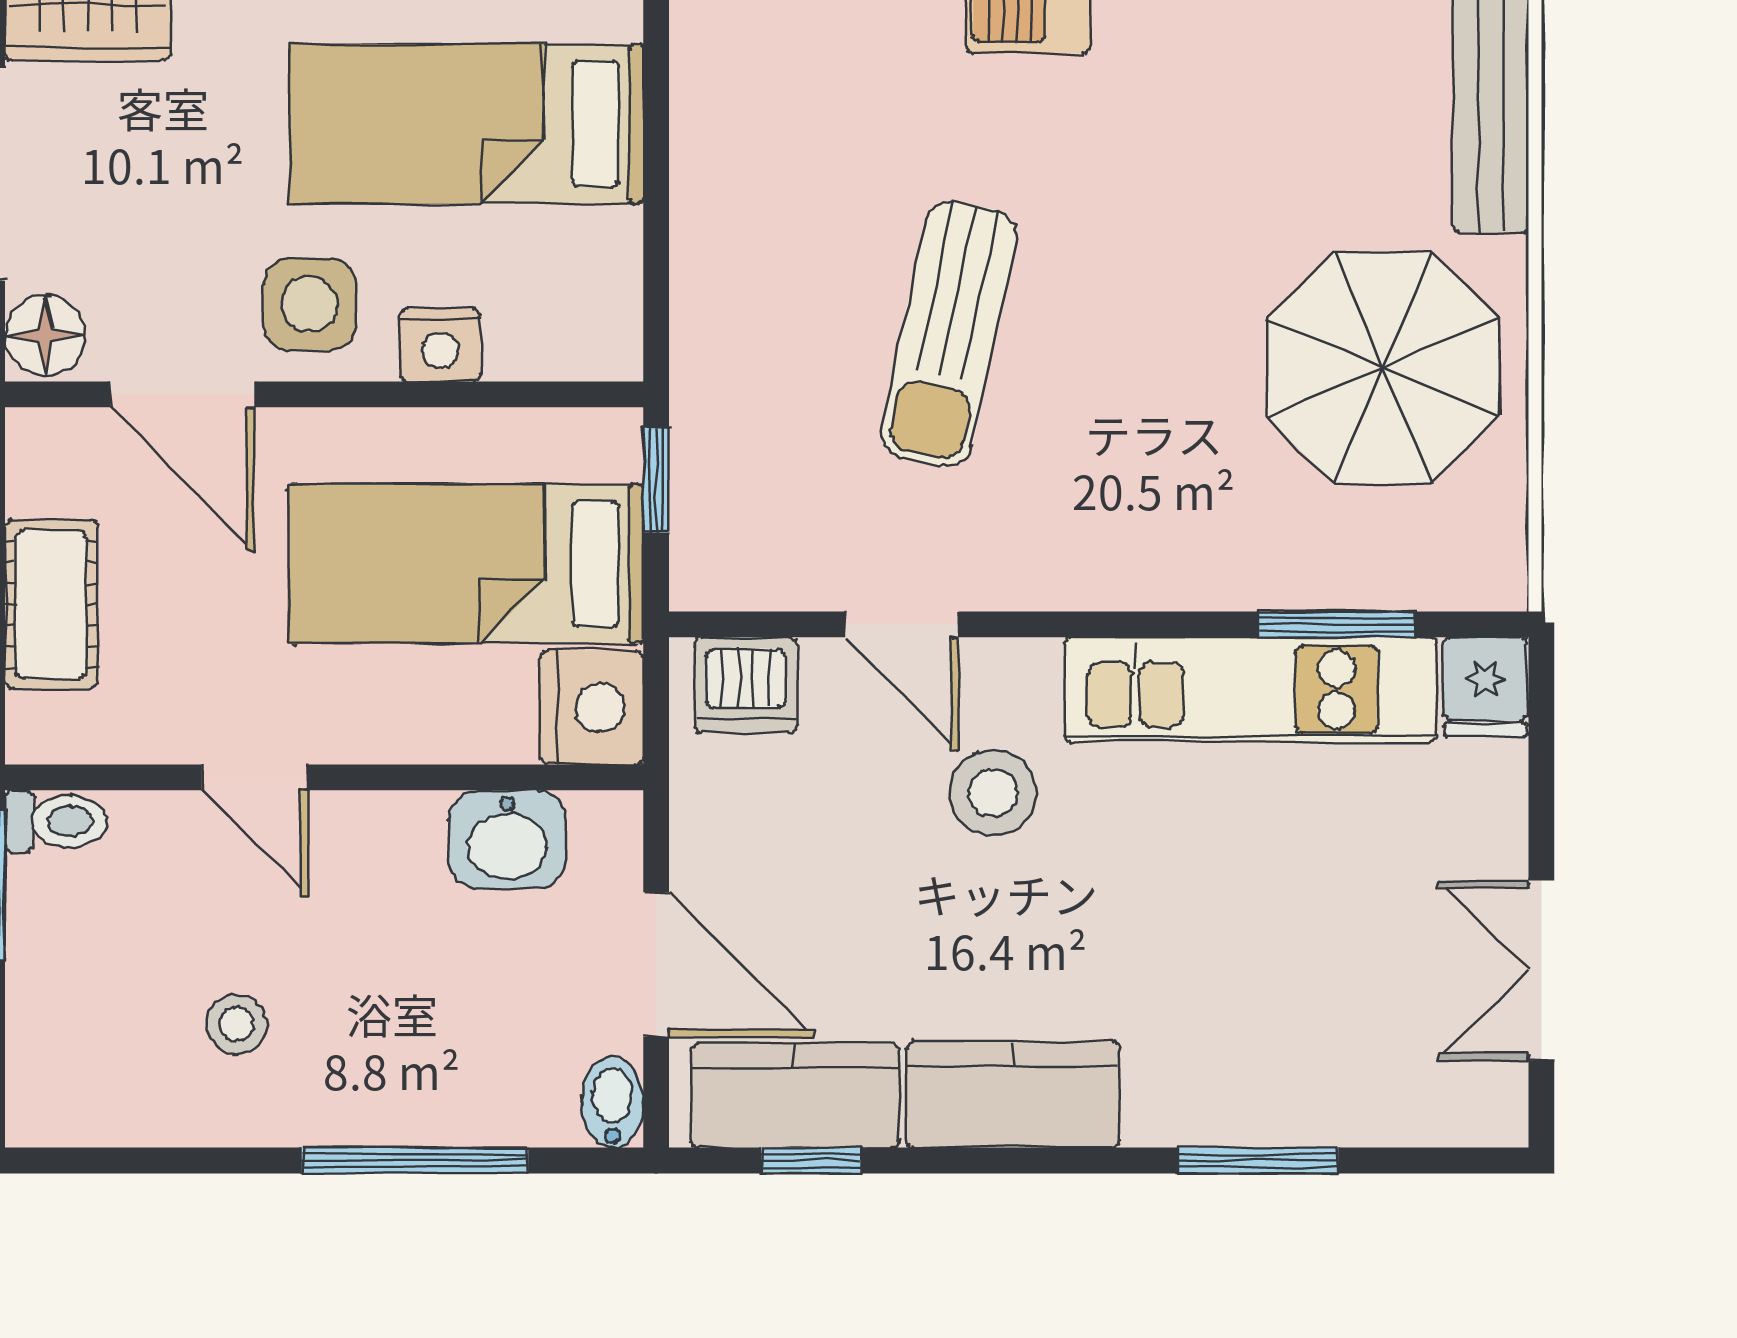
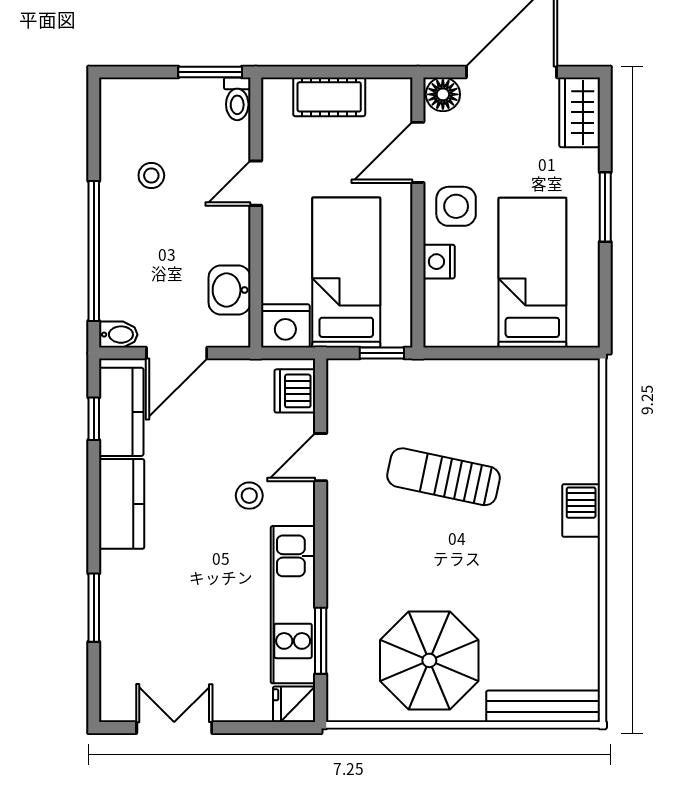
stool: (993, 793) -> (249, 496), width x0.73, depth x0.73
window: (415, 1160) -> (94, 251), width x1.46

